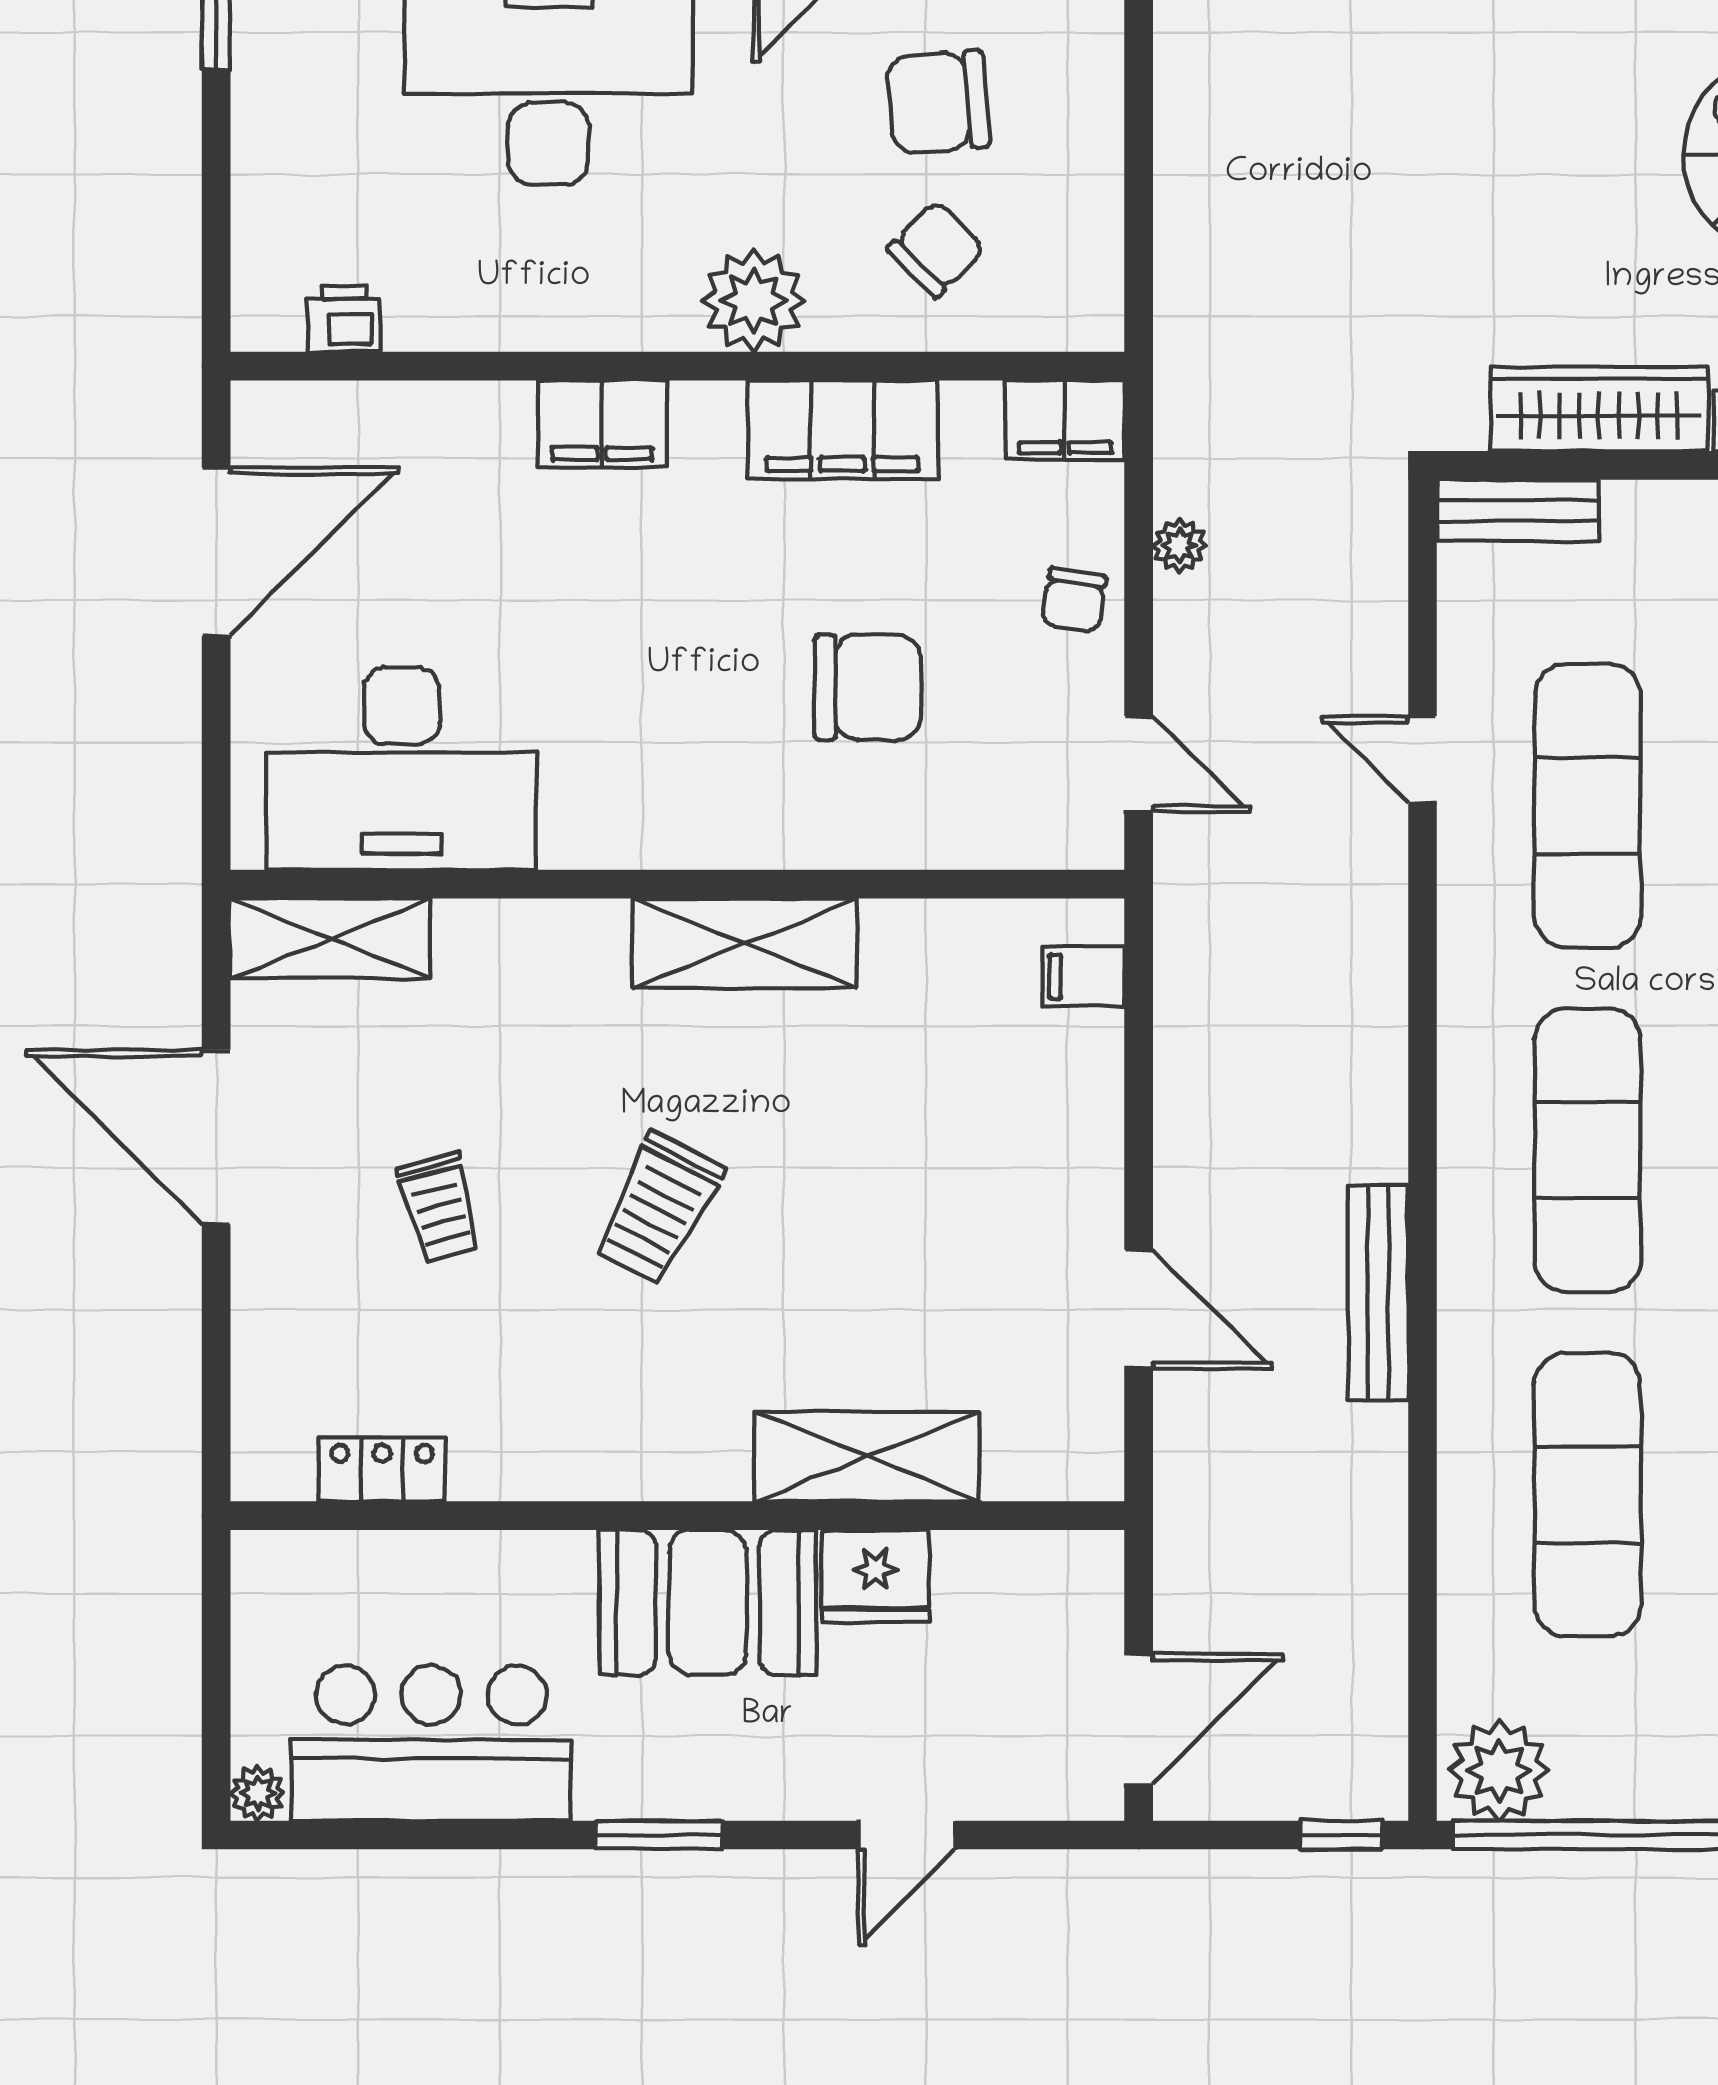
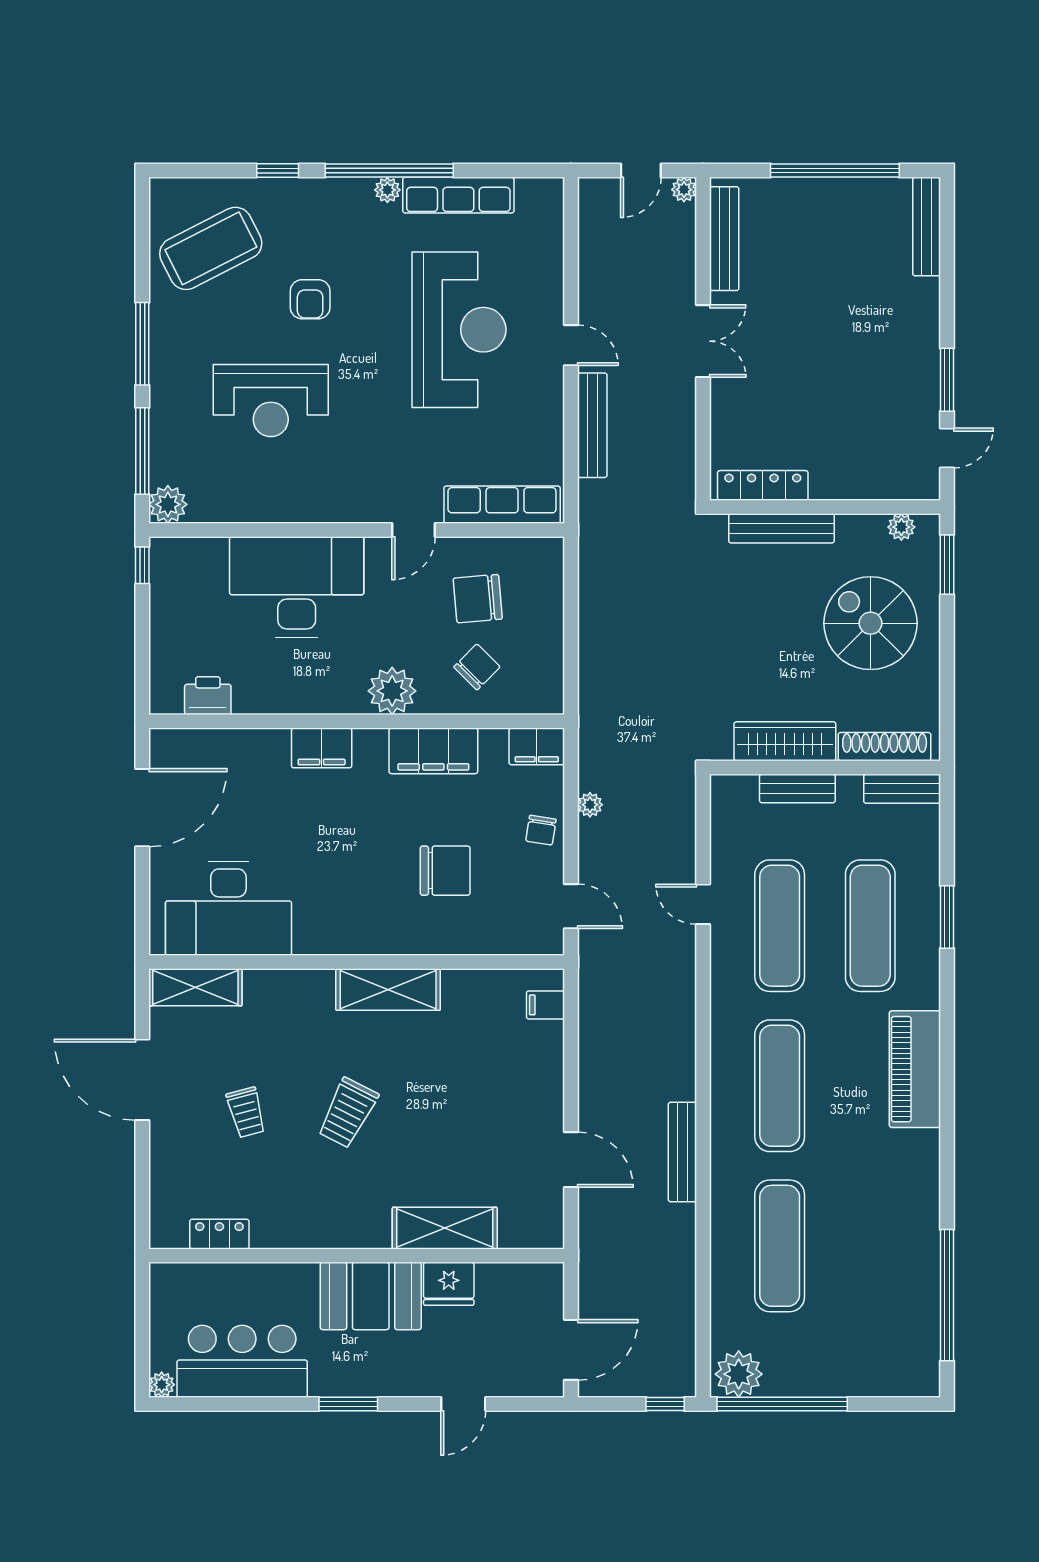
printer: (344, 319) -> (208, 696), width x1.36, depth x1.24
bench: (1518, 511) -> (797, 789), moved

